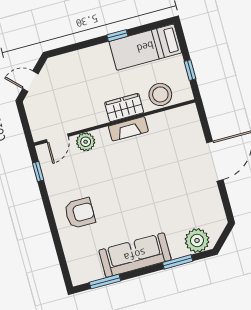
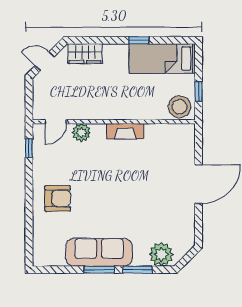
stool: (160, 94) -> (179, 107), moved
wardrobe: (124, 108) -> (85, 54), moved, turned 180
window: (105, 282) -> (99, 270), moved

